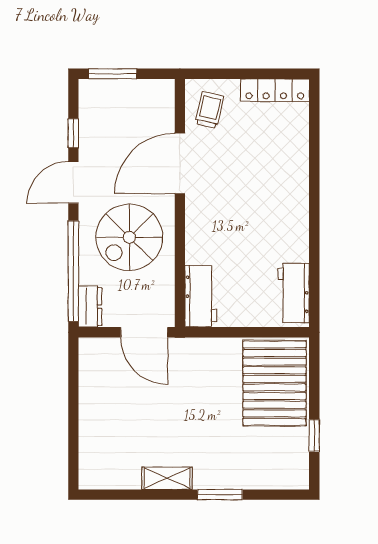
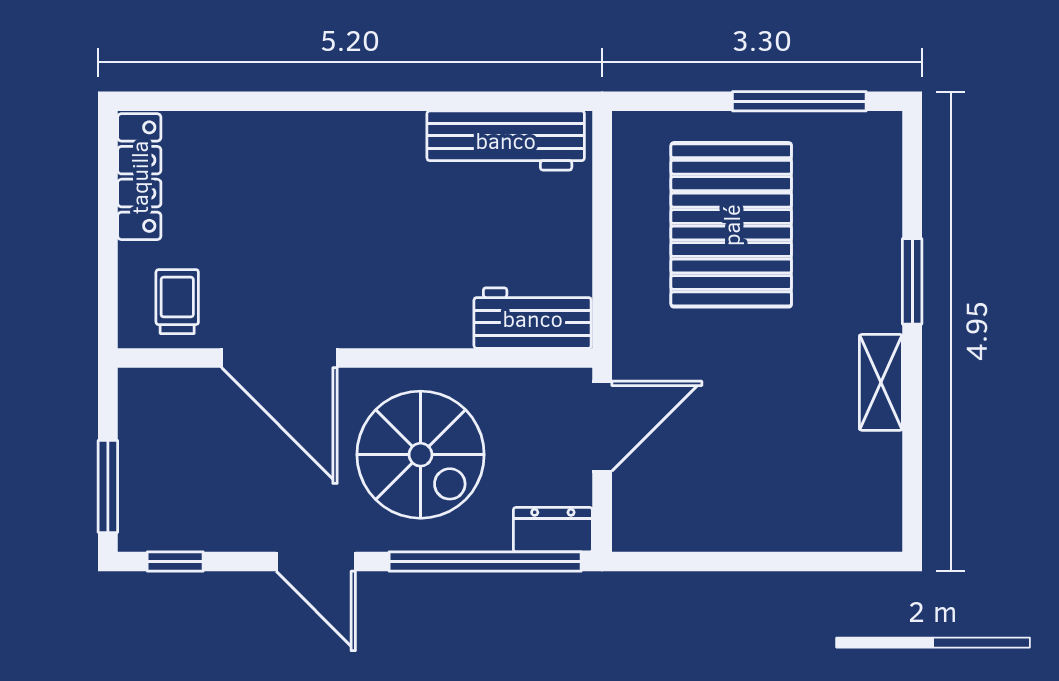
trolley: (209, 110) -> (177, 302), turned 77
window: (73, 133) -> (175, 562), moved
workbench: (294, 293) -> (506, 140), width x1.38
pallet: (274, 383) -> (731, 225), moved, turned 90
window: (314, 436) -> (799, 101), width x2.17

